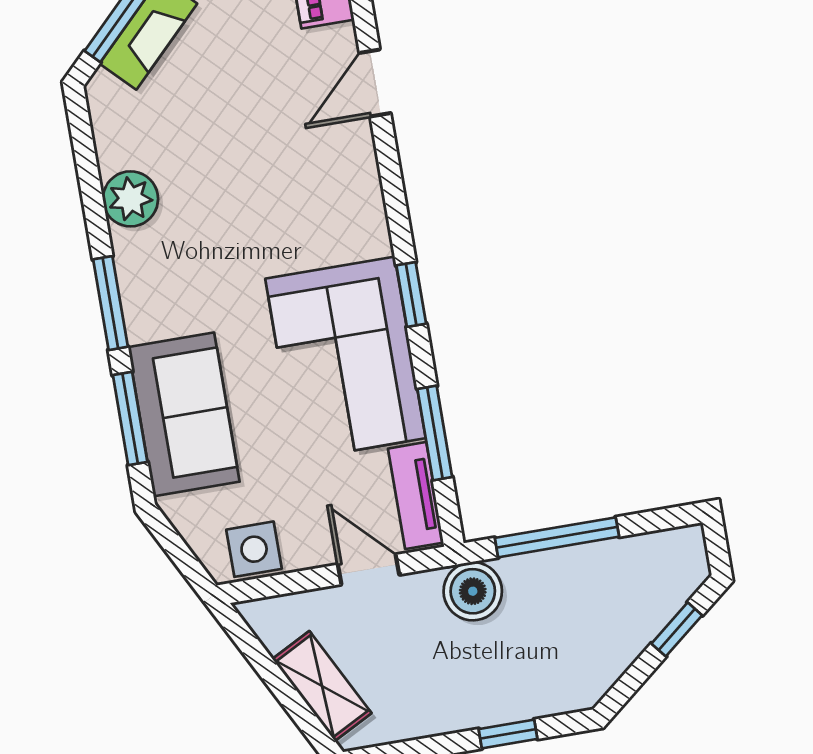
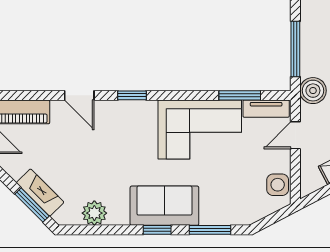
plant: (130, 199) -> (94, 213), moved
window: (411, 295) -> (132, 95), moved
window: (110, 303) -> (157, 230), width x0.67
sofa: (184, 414) -> (164, 206), moved

